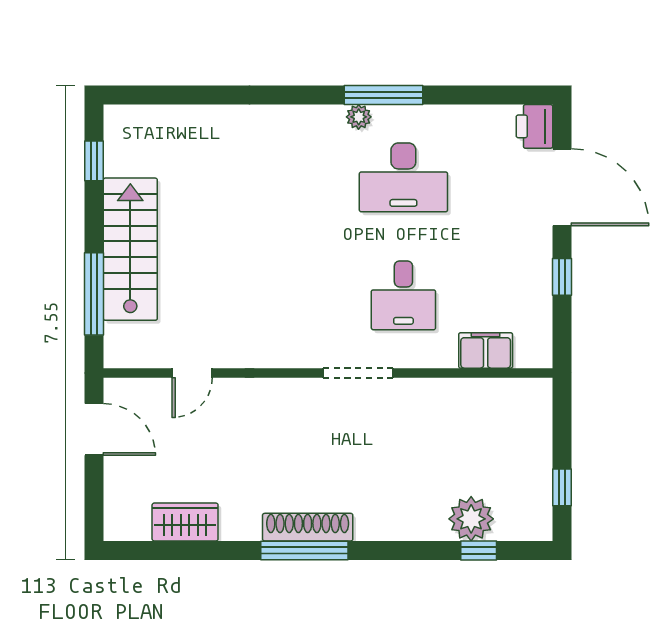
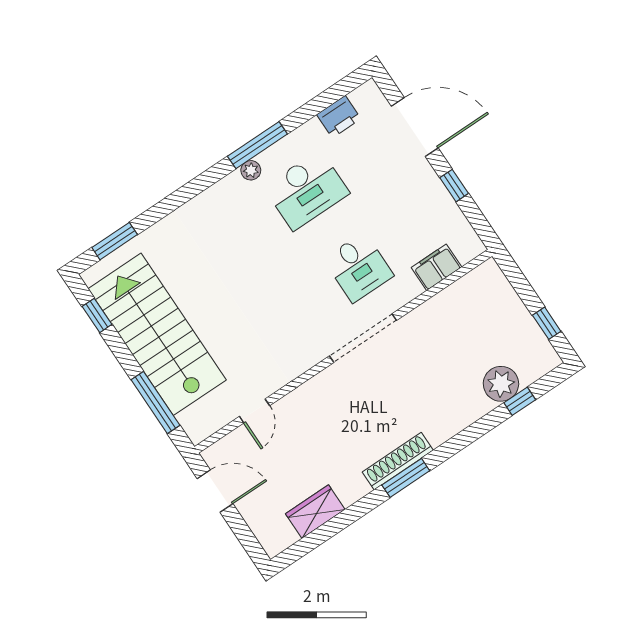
window: (165, 95) -> (115, 241), added
printer: (534, 126) -> (339, 117), moved, turned -90
stairs: (130, 249) -> (157, 334), width x1.36, depth x1.51
doorway: (358, 373) -> (363, 338), width x1.36
window: (304, 550) -> (406, 478), width x0.69

